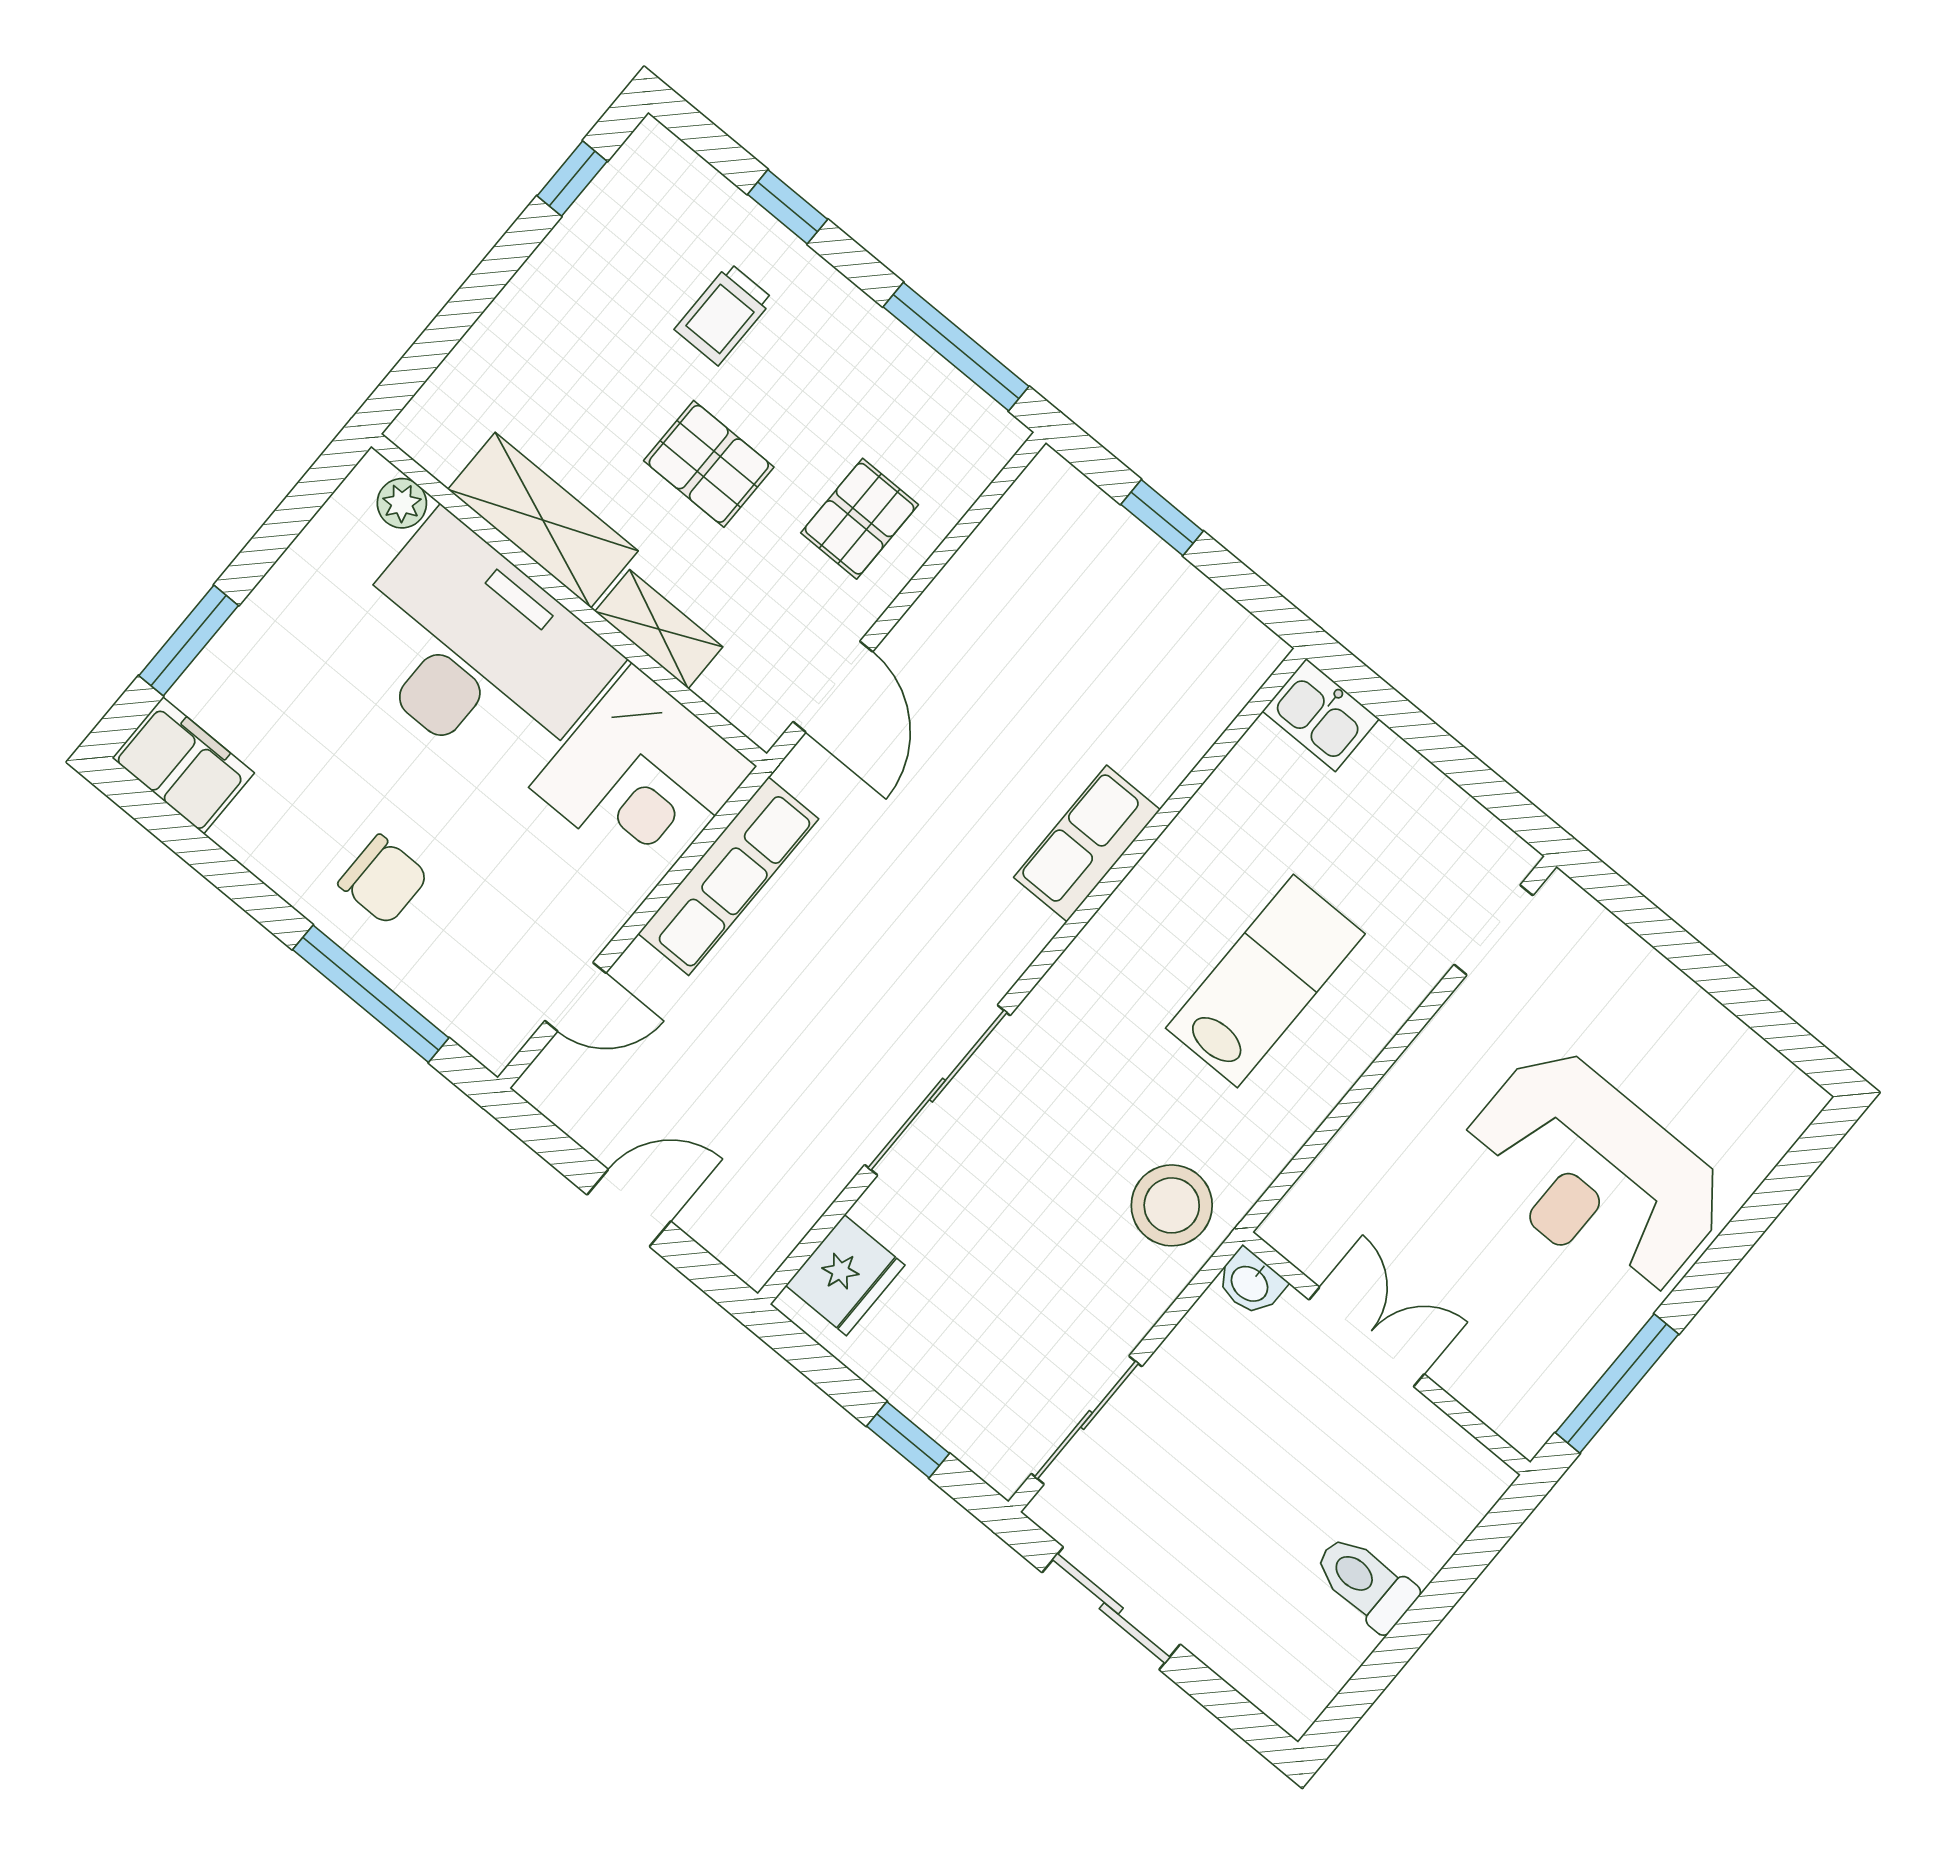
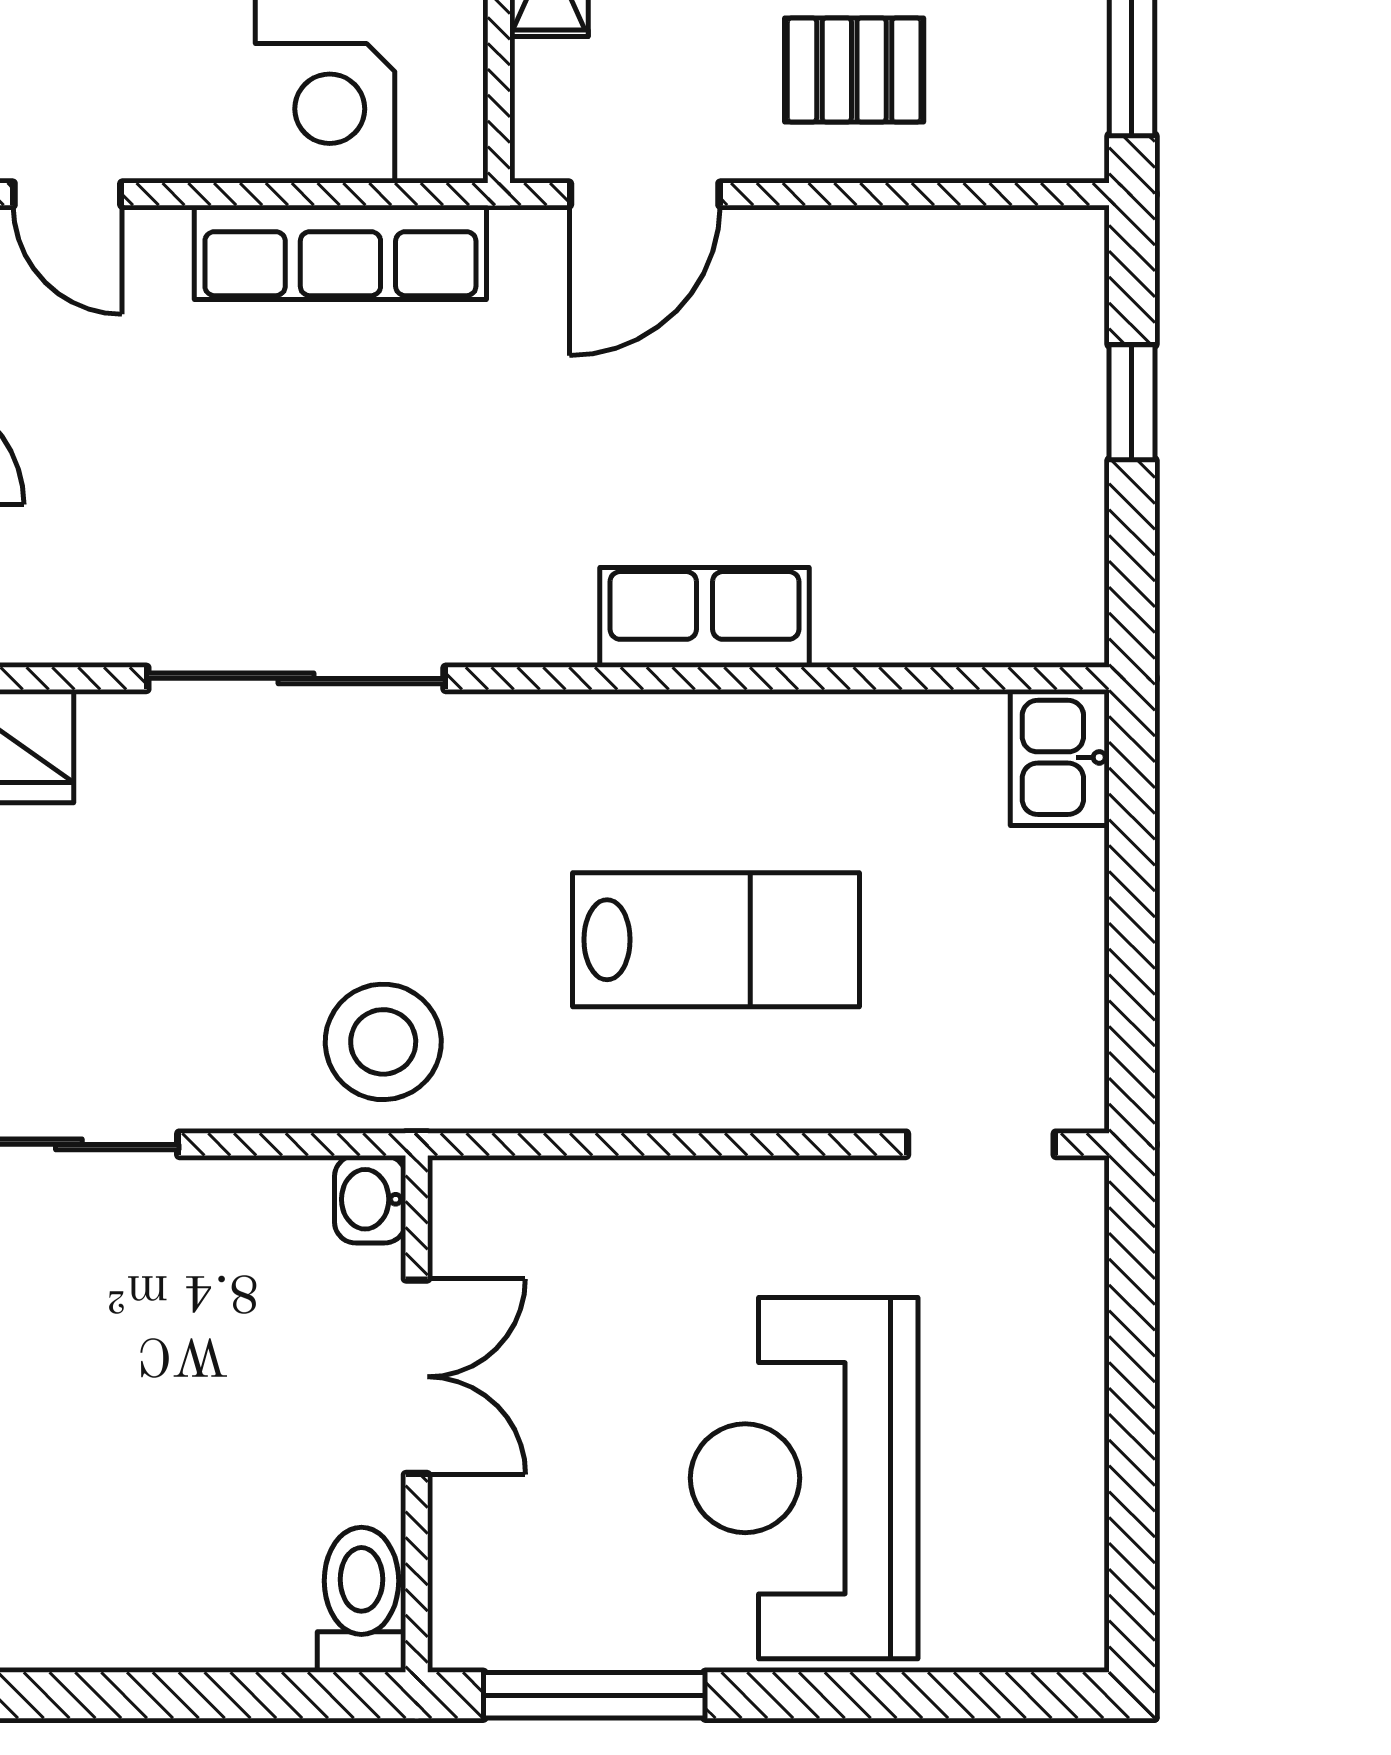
toilet: (1365, 1582) -> (361, 1600), moved

